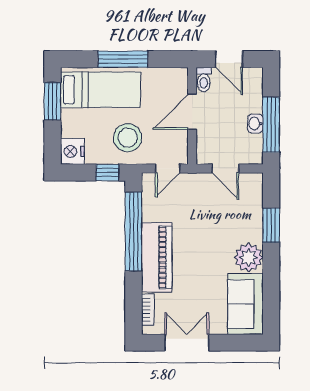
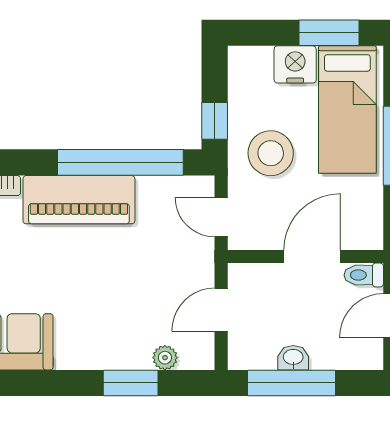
door: (192, 112) -> (312, 257), hinge flipped
nightstand: (72, 151) -> (295, 64), moved
plant: (249, 257) -> (165, 358), moved, width x0.53, depth x0.53

